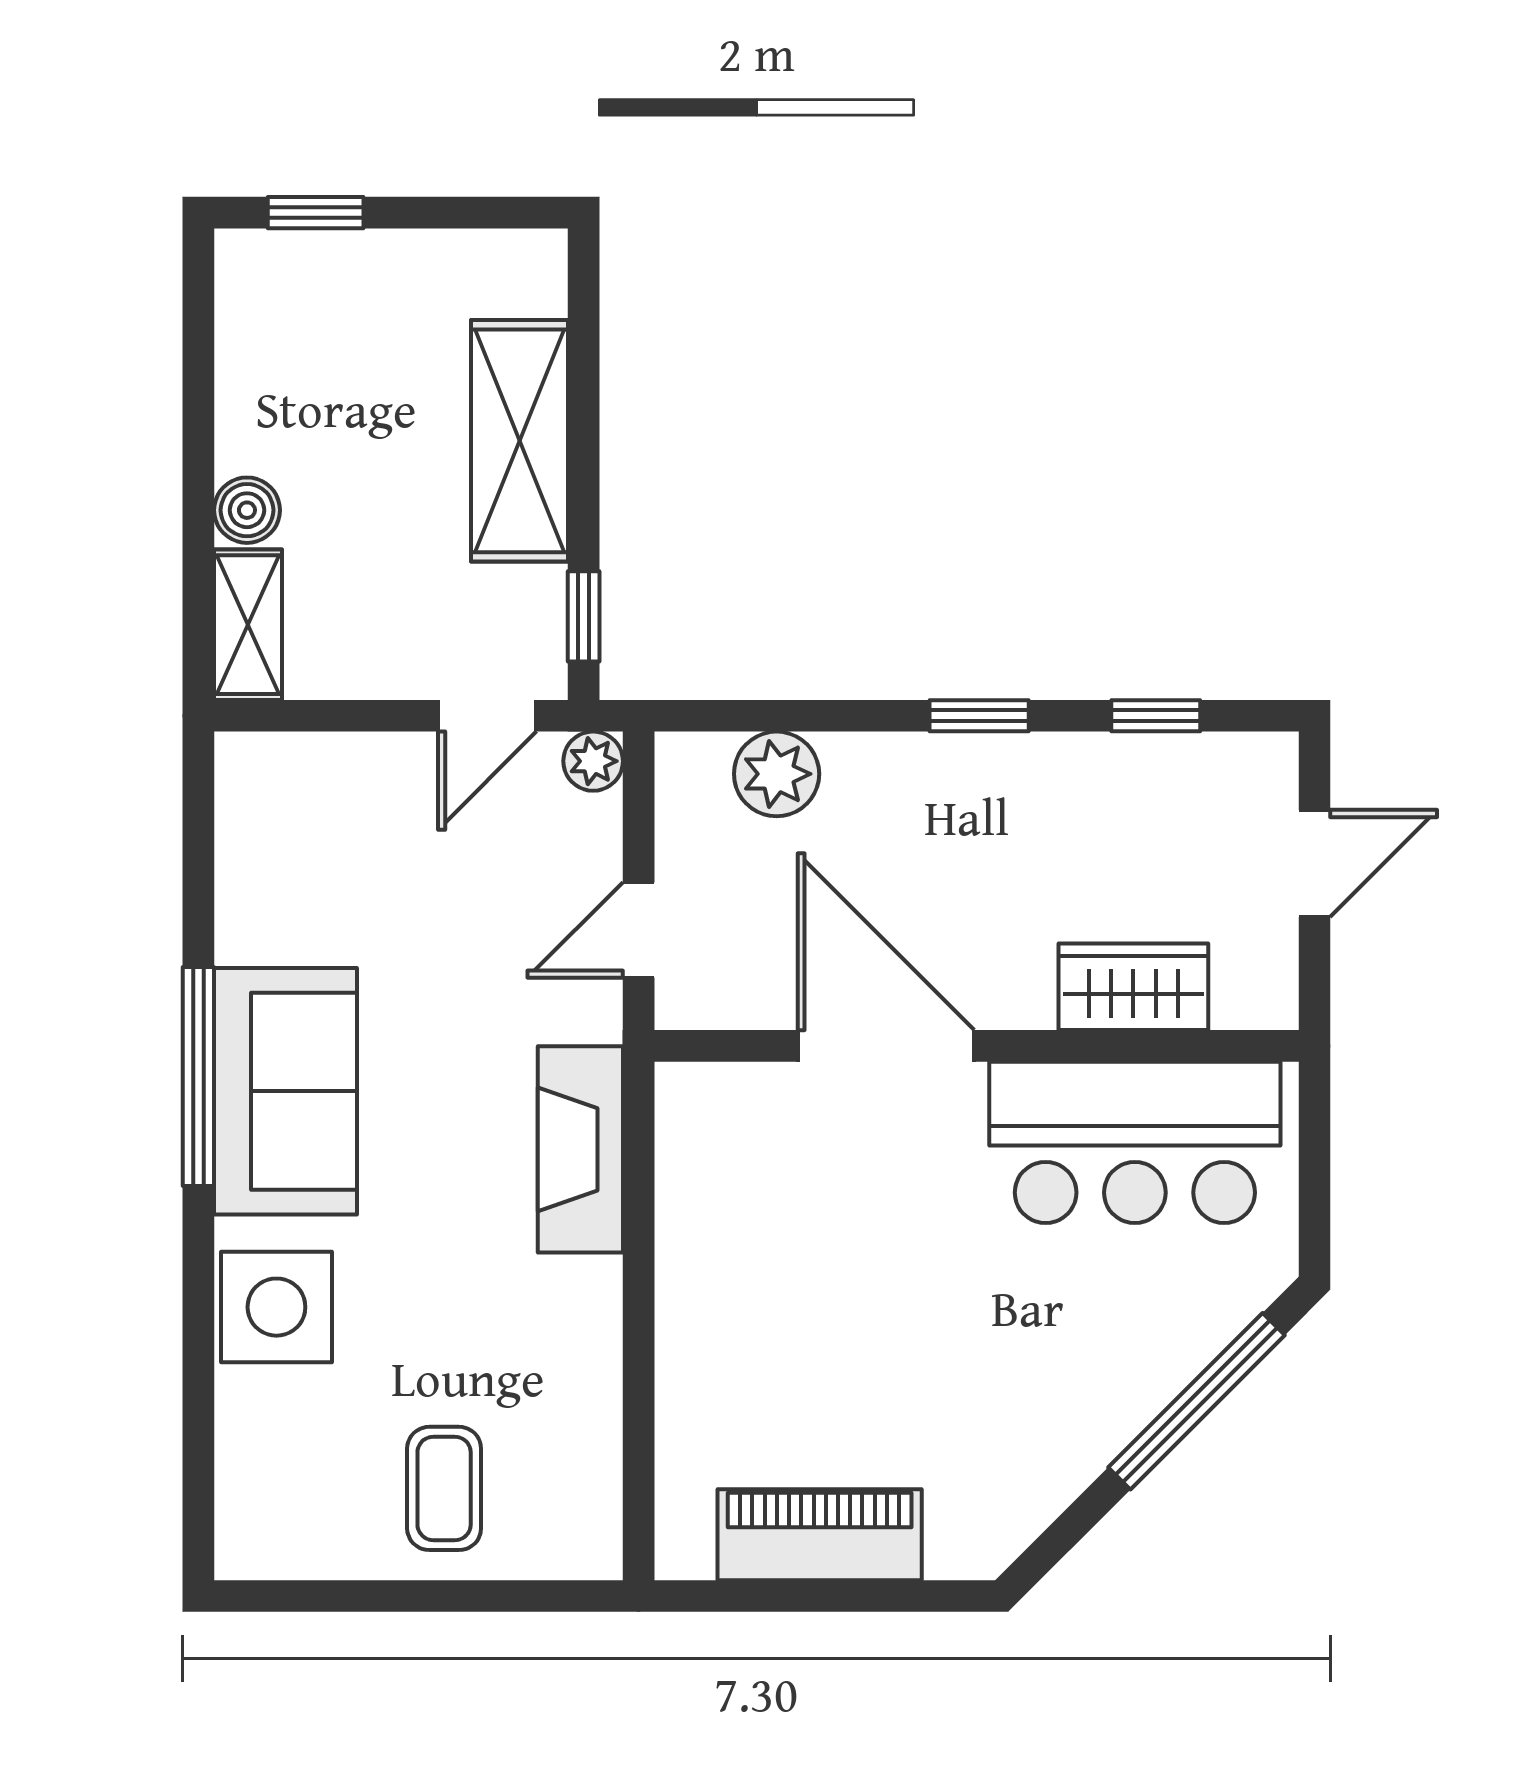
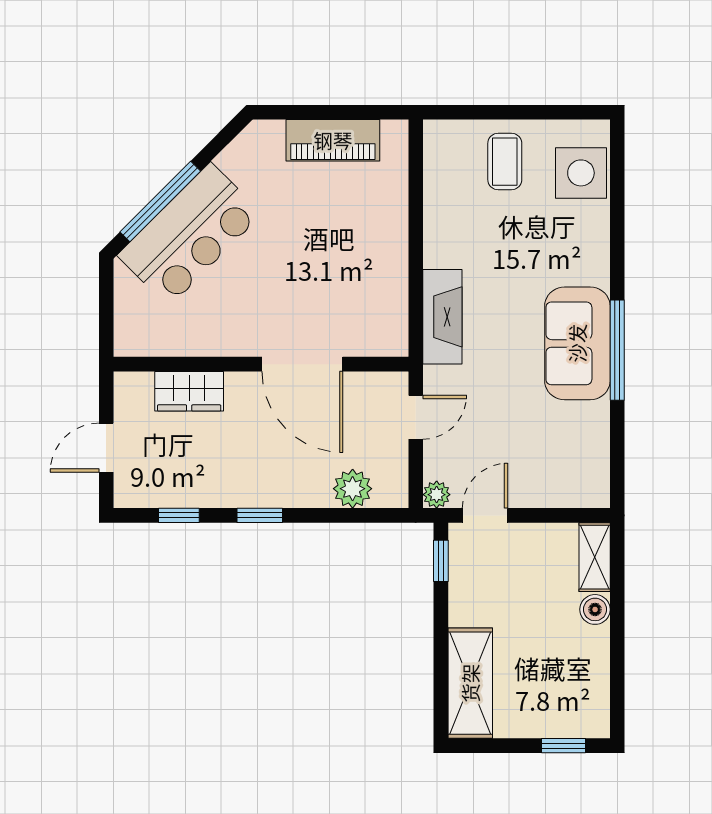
shelving: (519, 441) -> (470, 683), moved
bar counter: (1135, 1142) -> (190, 235), moved, turned 135
side table: (276, 1307) -> (581, 173), moved

